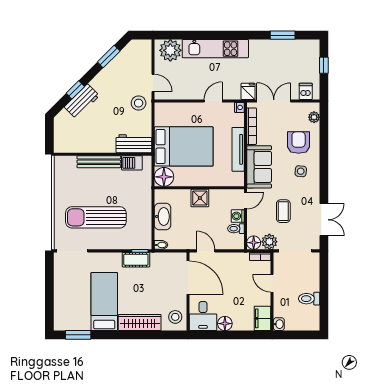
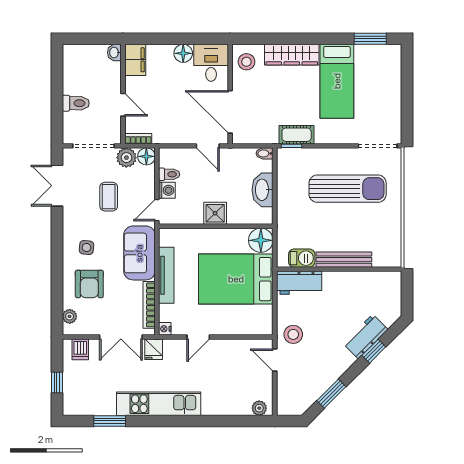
kitchen unit: (215, 49) -> (159, 404), moved
plant: (170, 50) -> (259, 408), width x0.53, depth x0.53
toilet: (309, 299) -> (76, 103), moved

